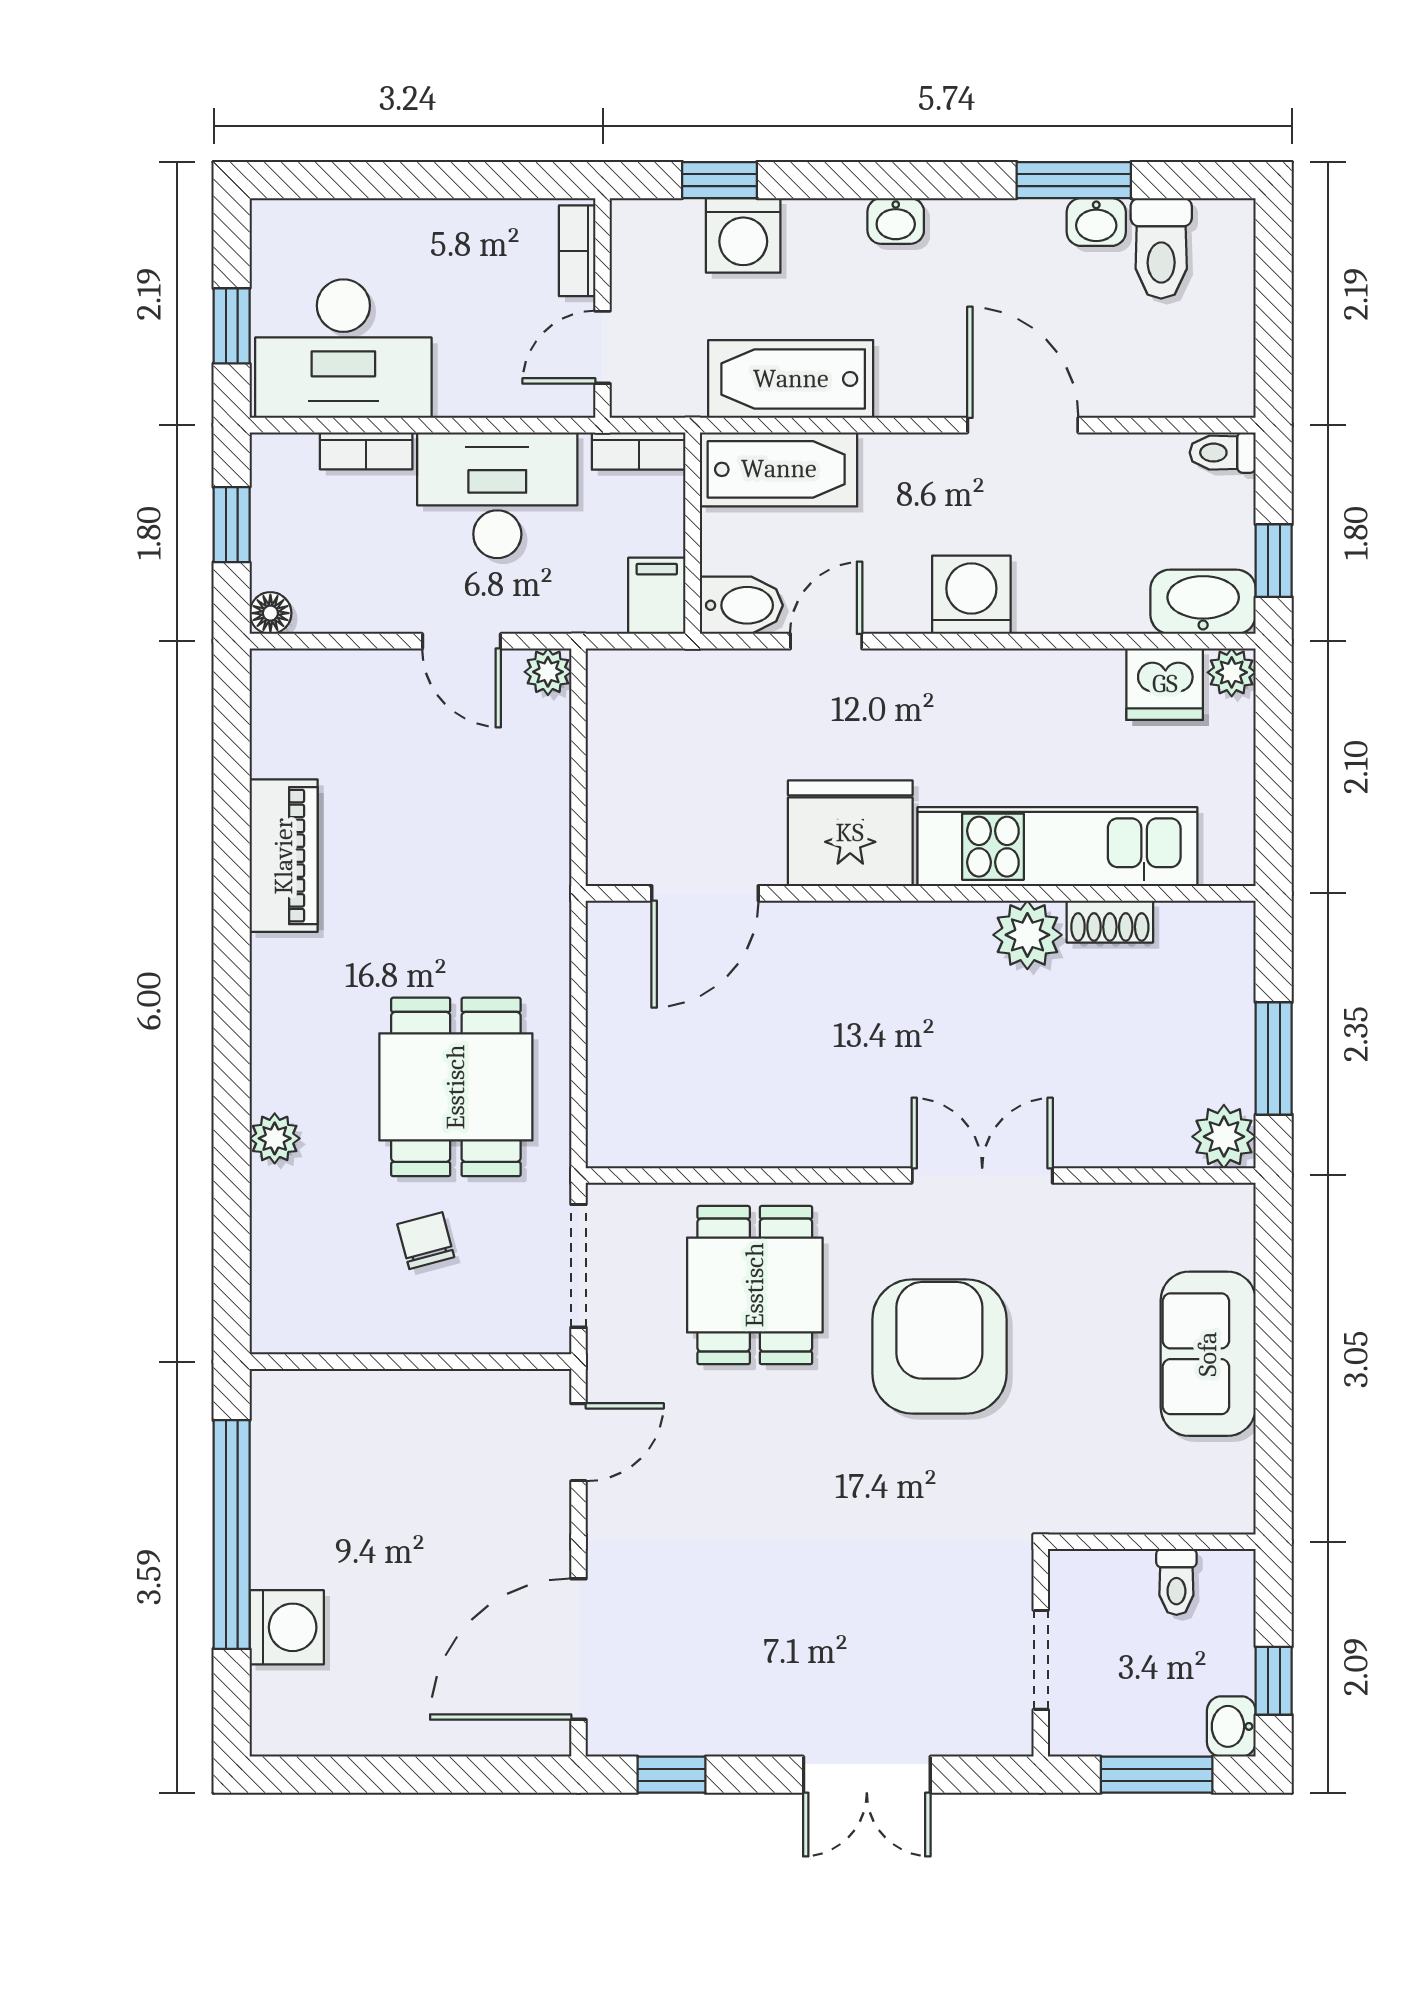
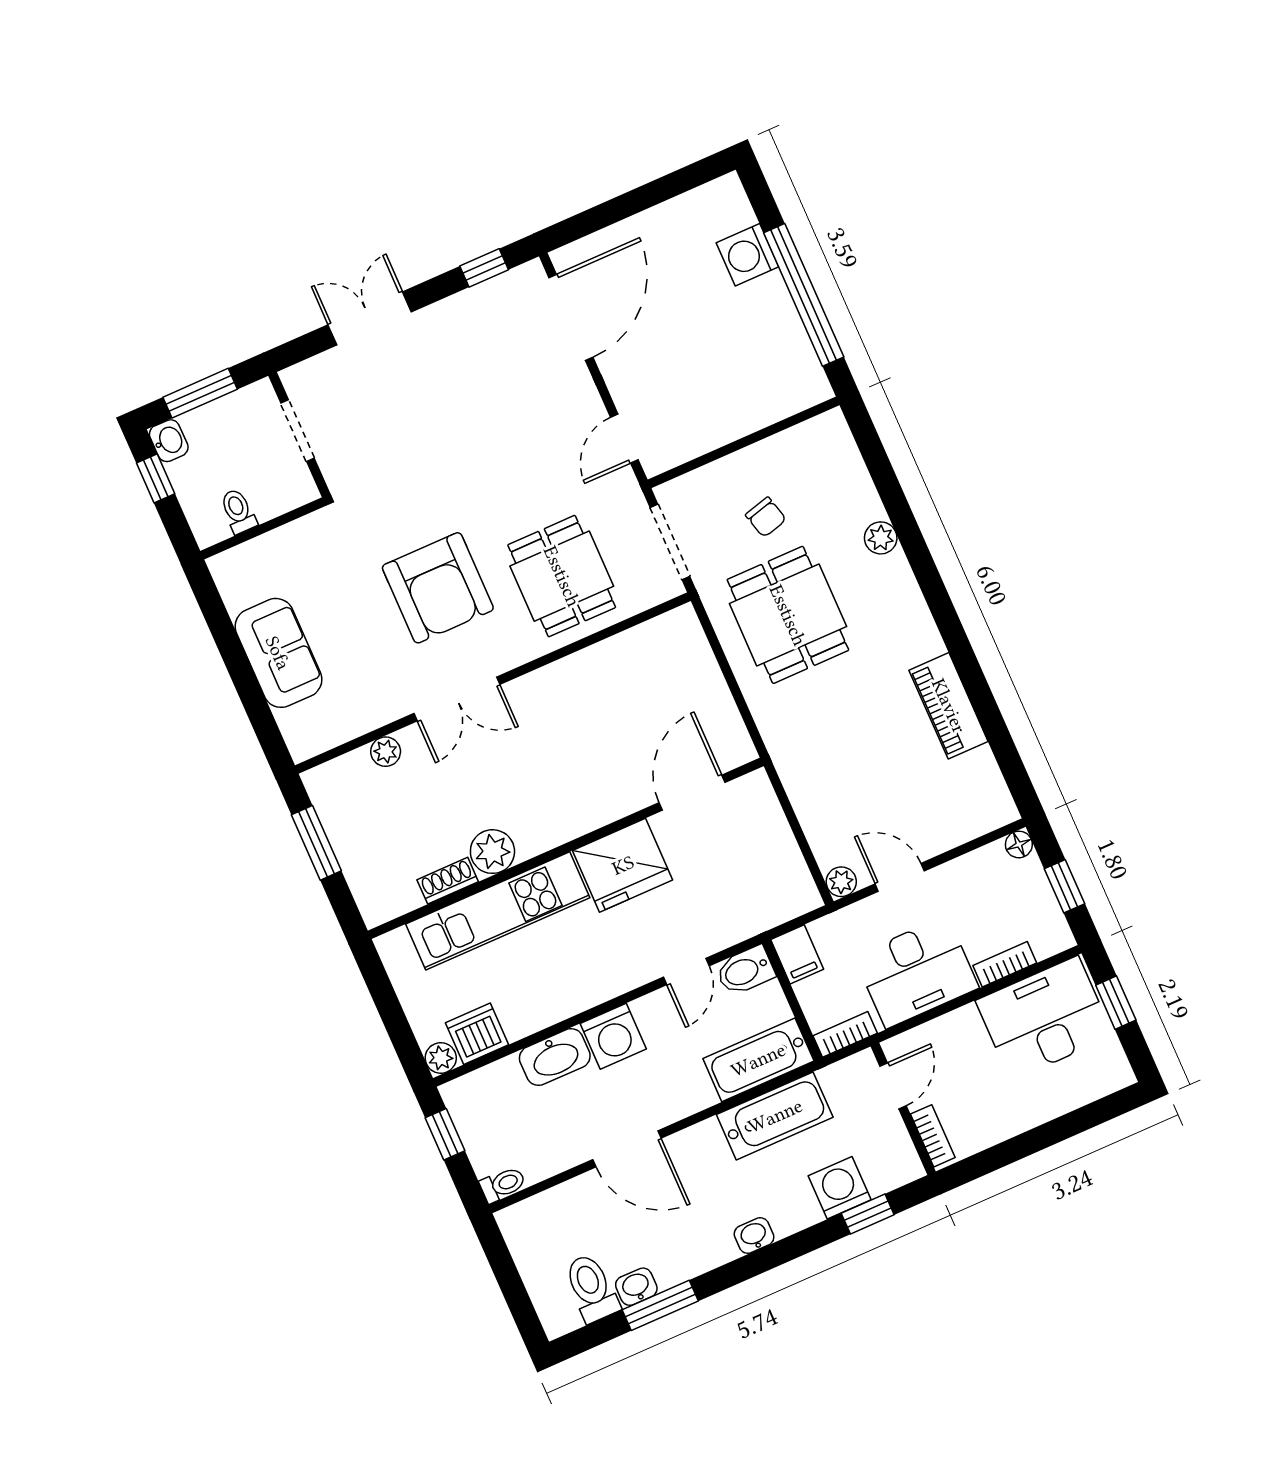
washbasin: (1203, 602) -> (555, 1057), moved
plant: (1224, 1137) -> (386, 752), moved, width x0.73, depth x0.73

